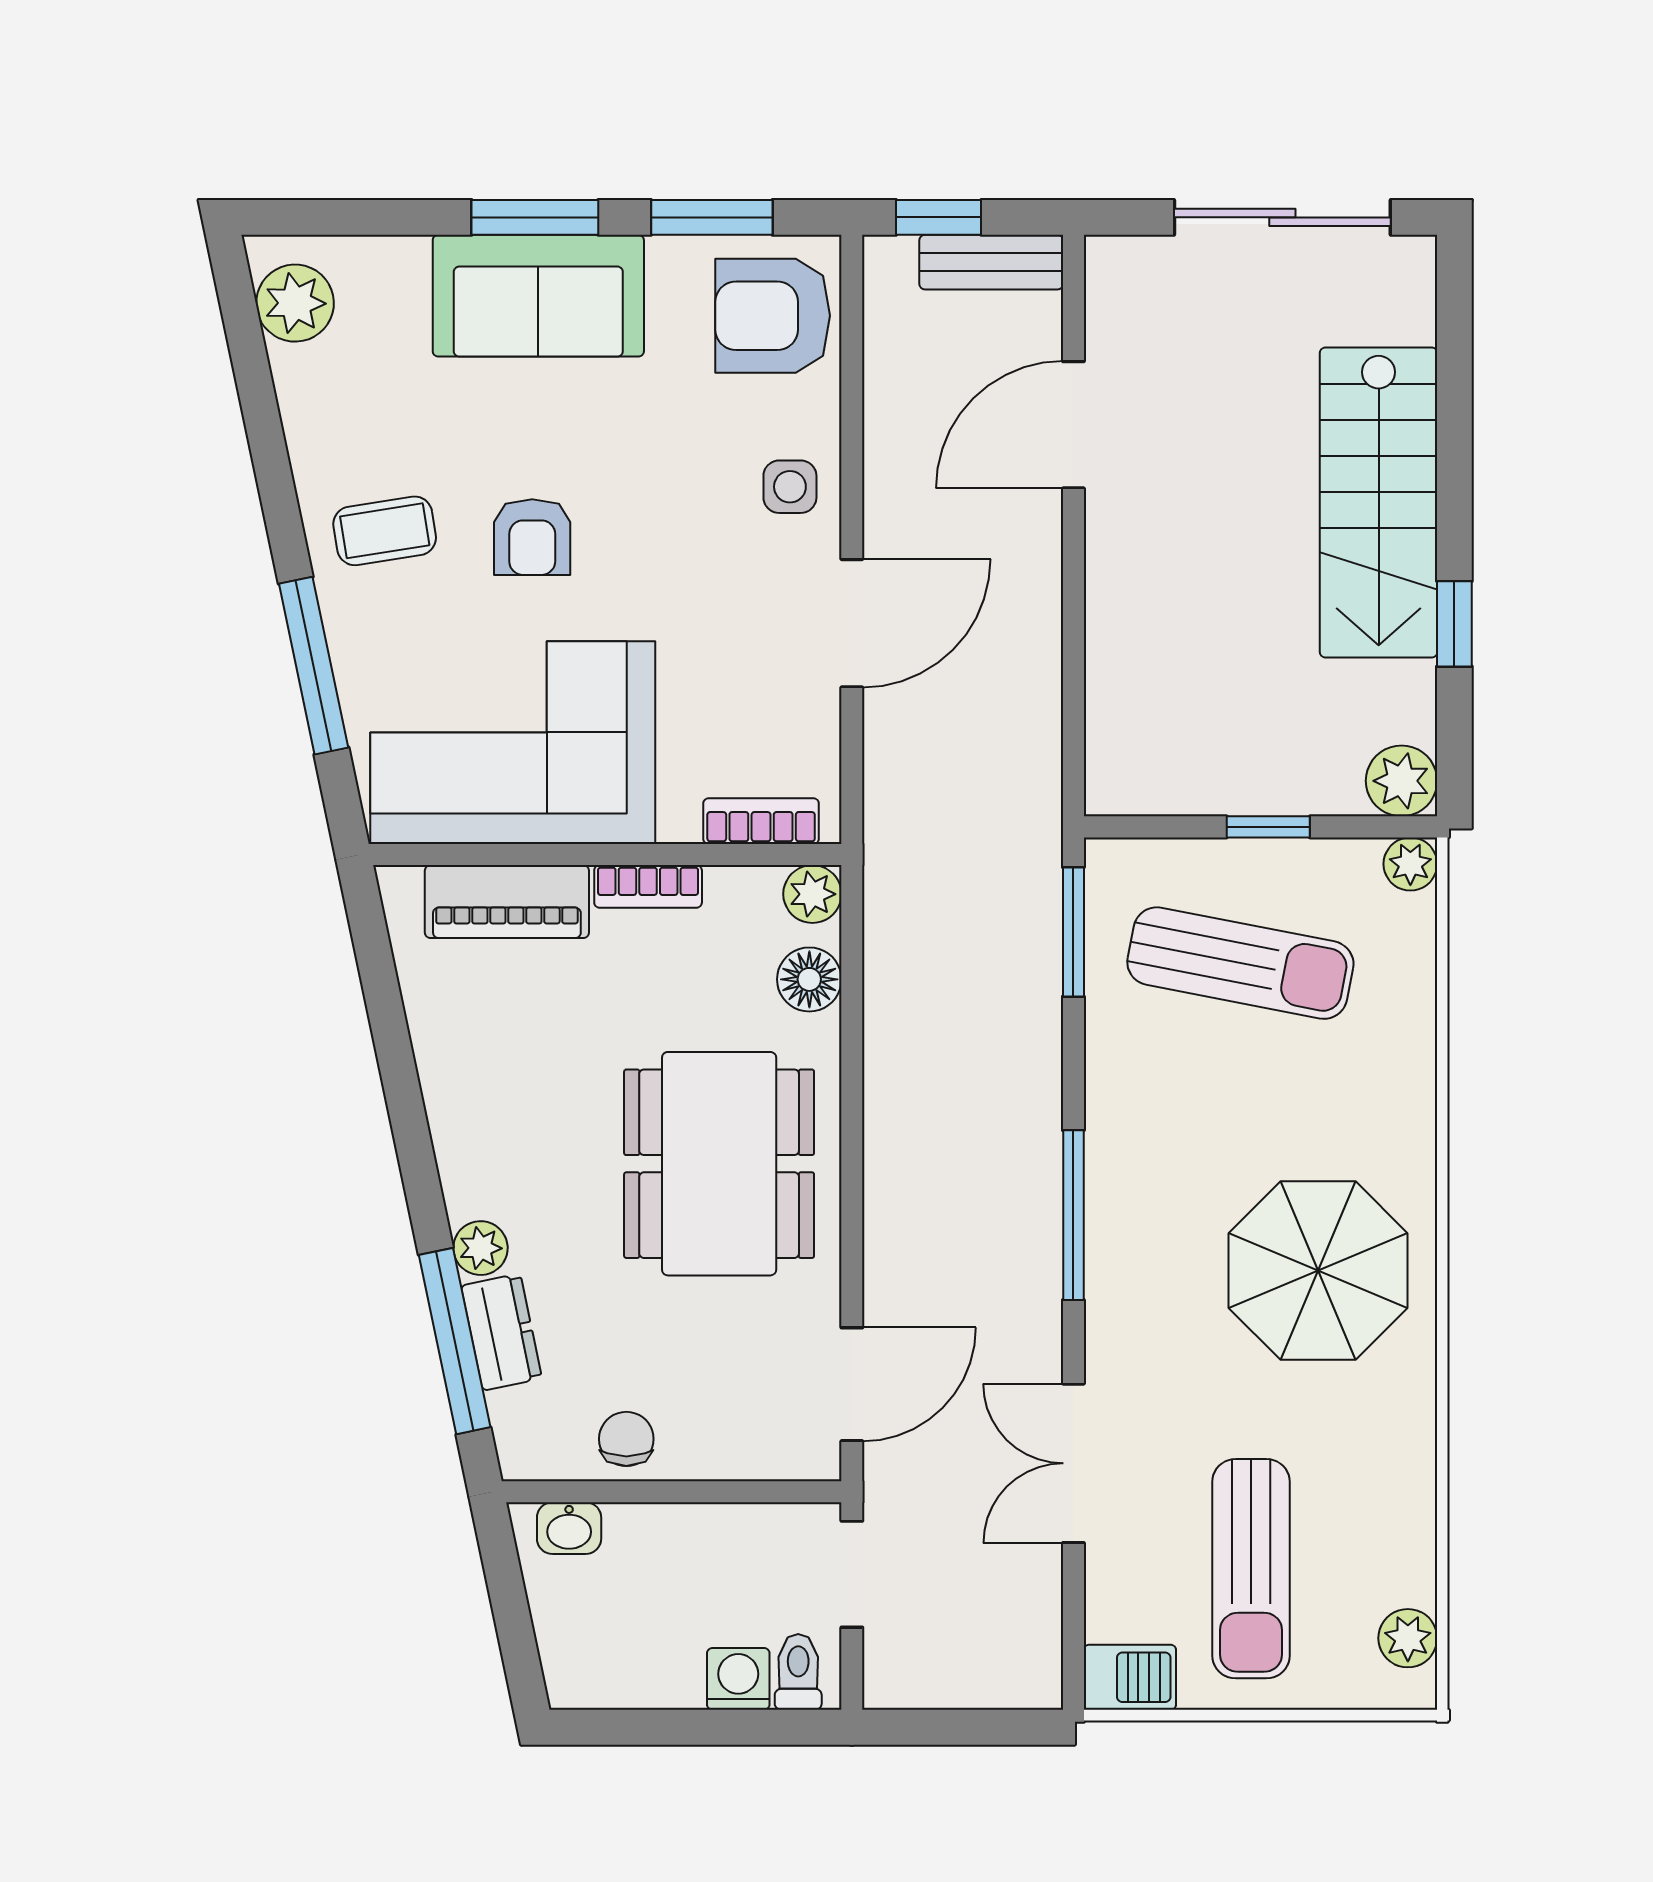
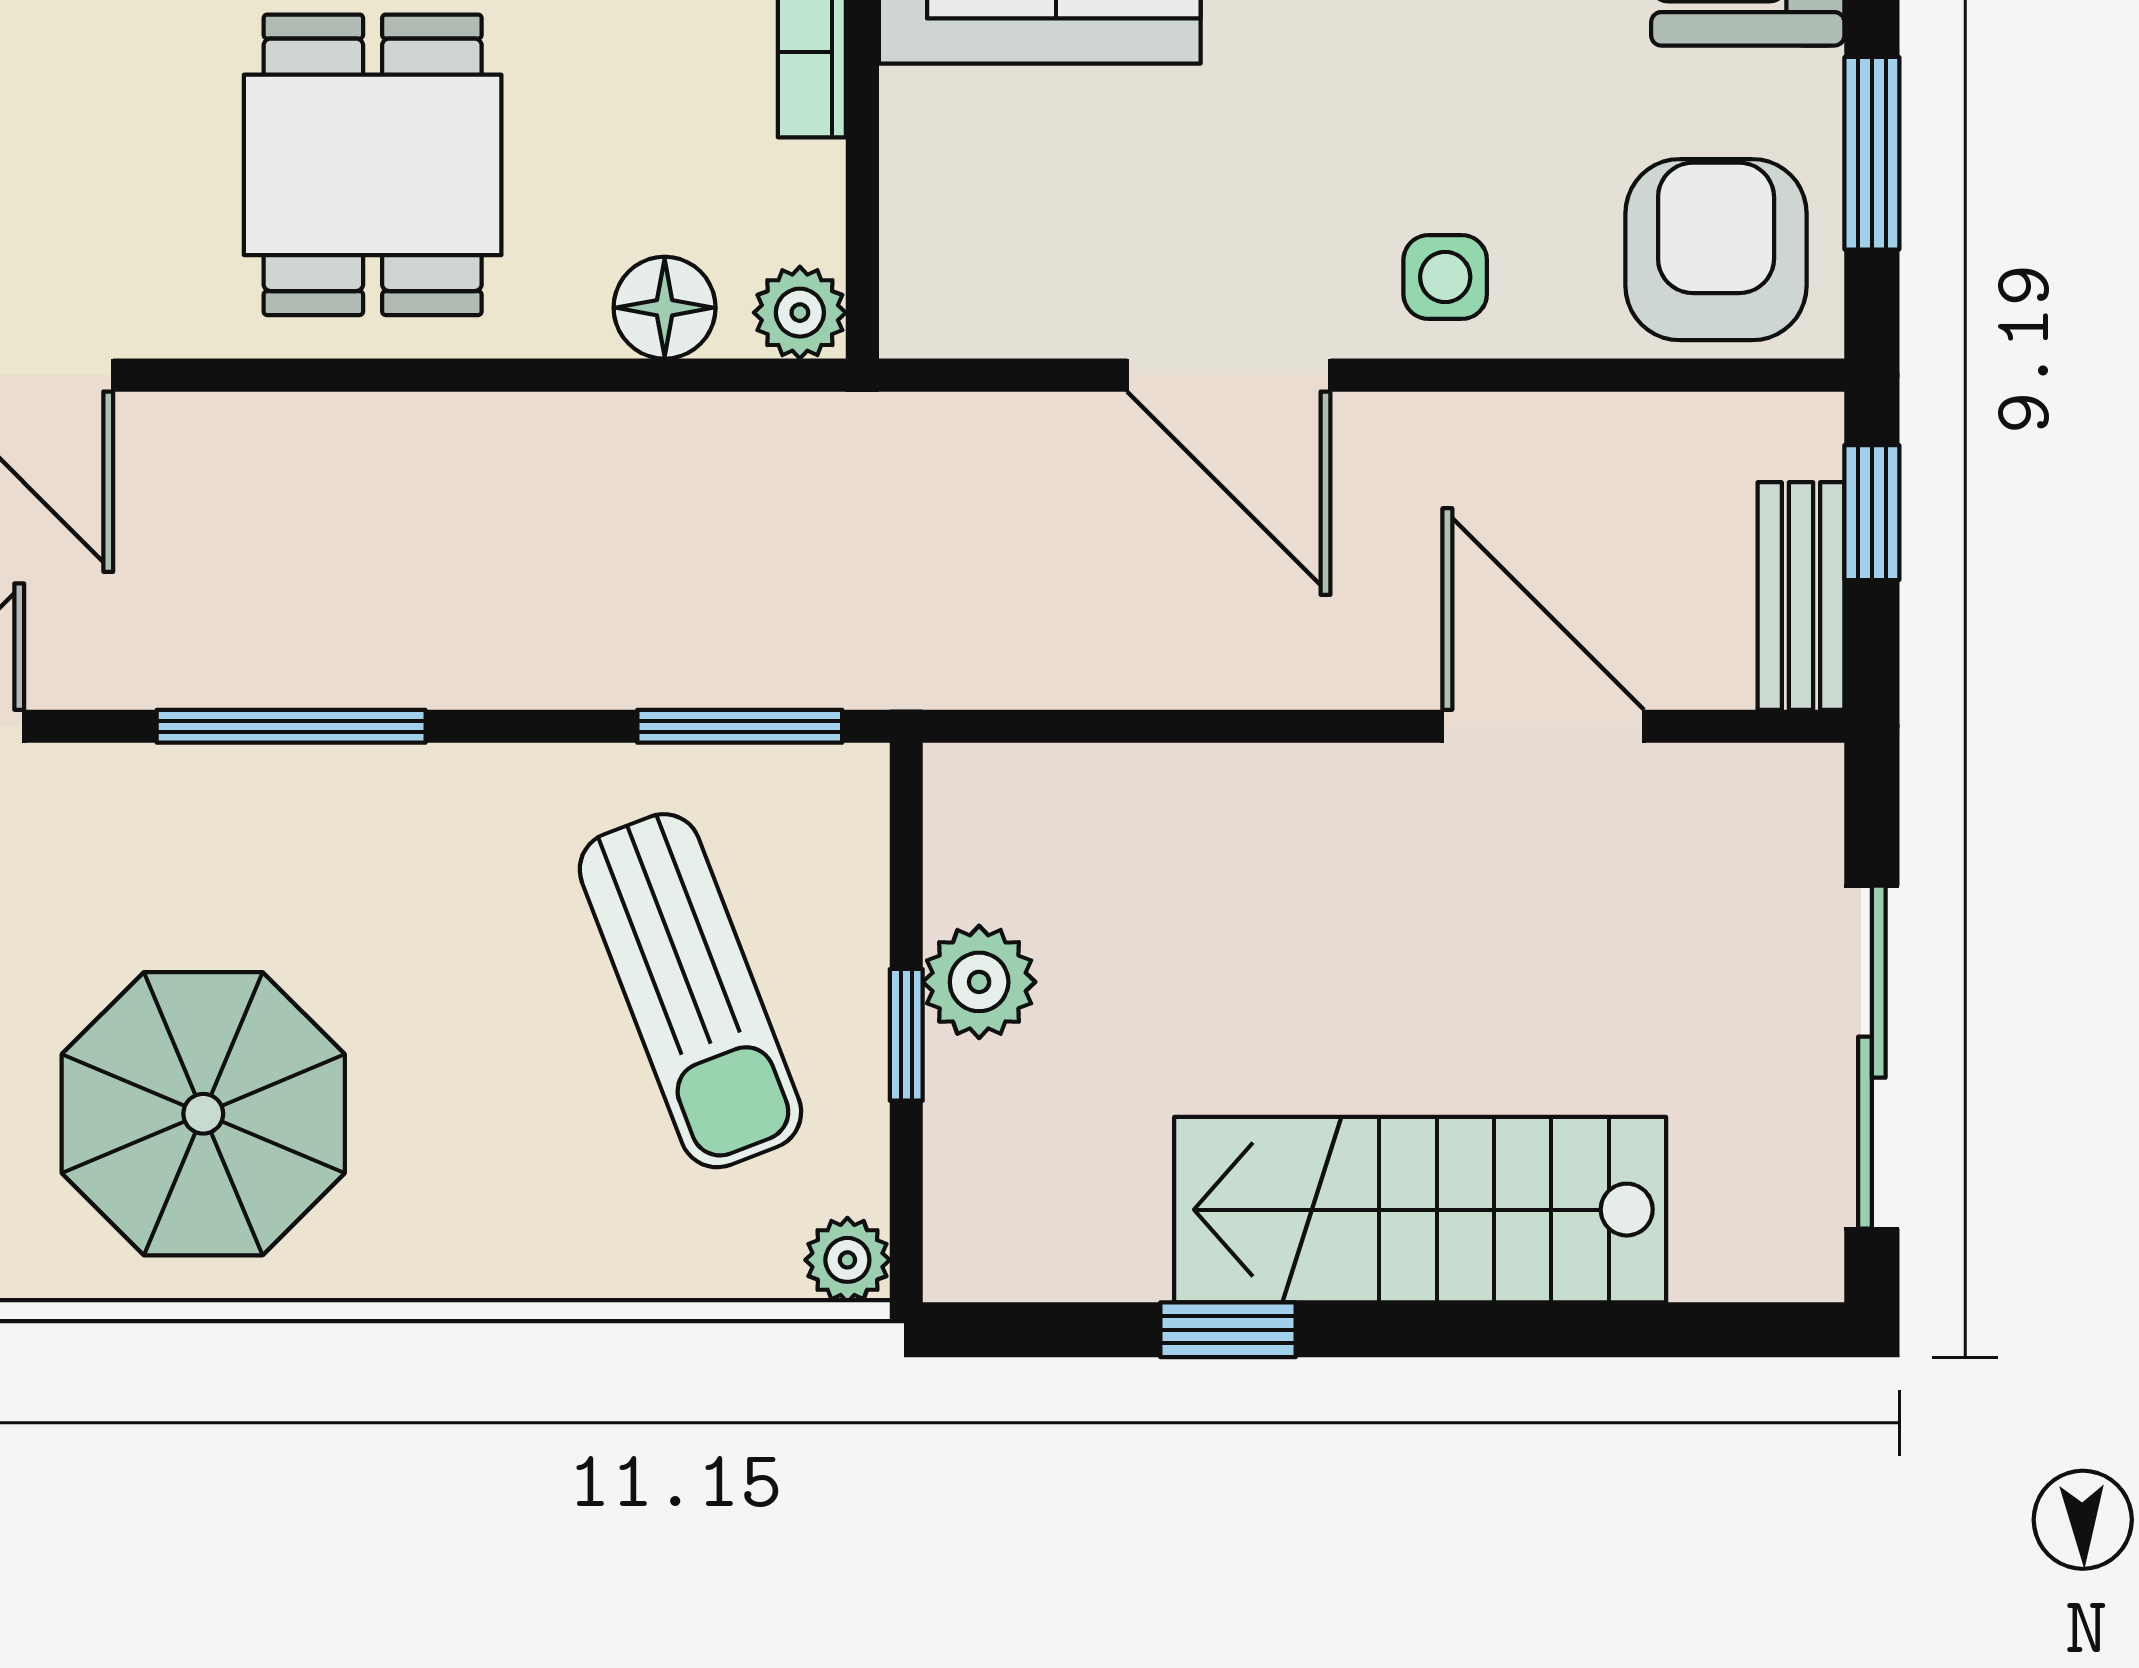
plant: (1402, 781) -> (979, 982), moved
bookcase: (761, 821) -> (915, 231), removed
sun lounger: (1240, 963) -> (690, 991), turned -32
dining table: (719, 1164) -> (373, 165), width x0.73

